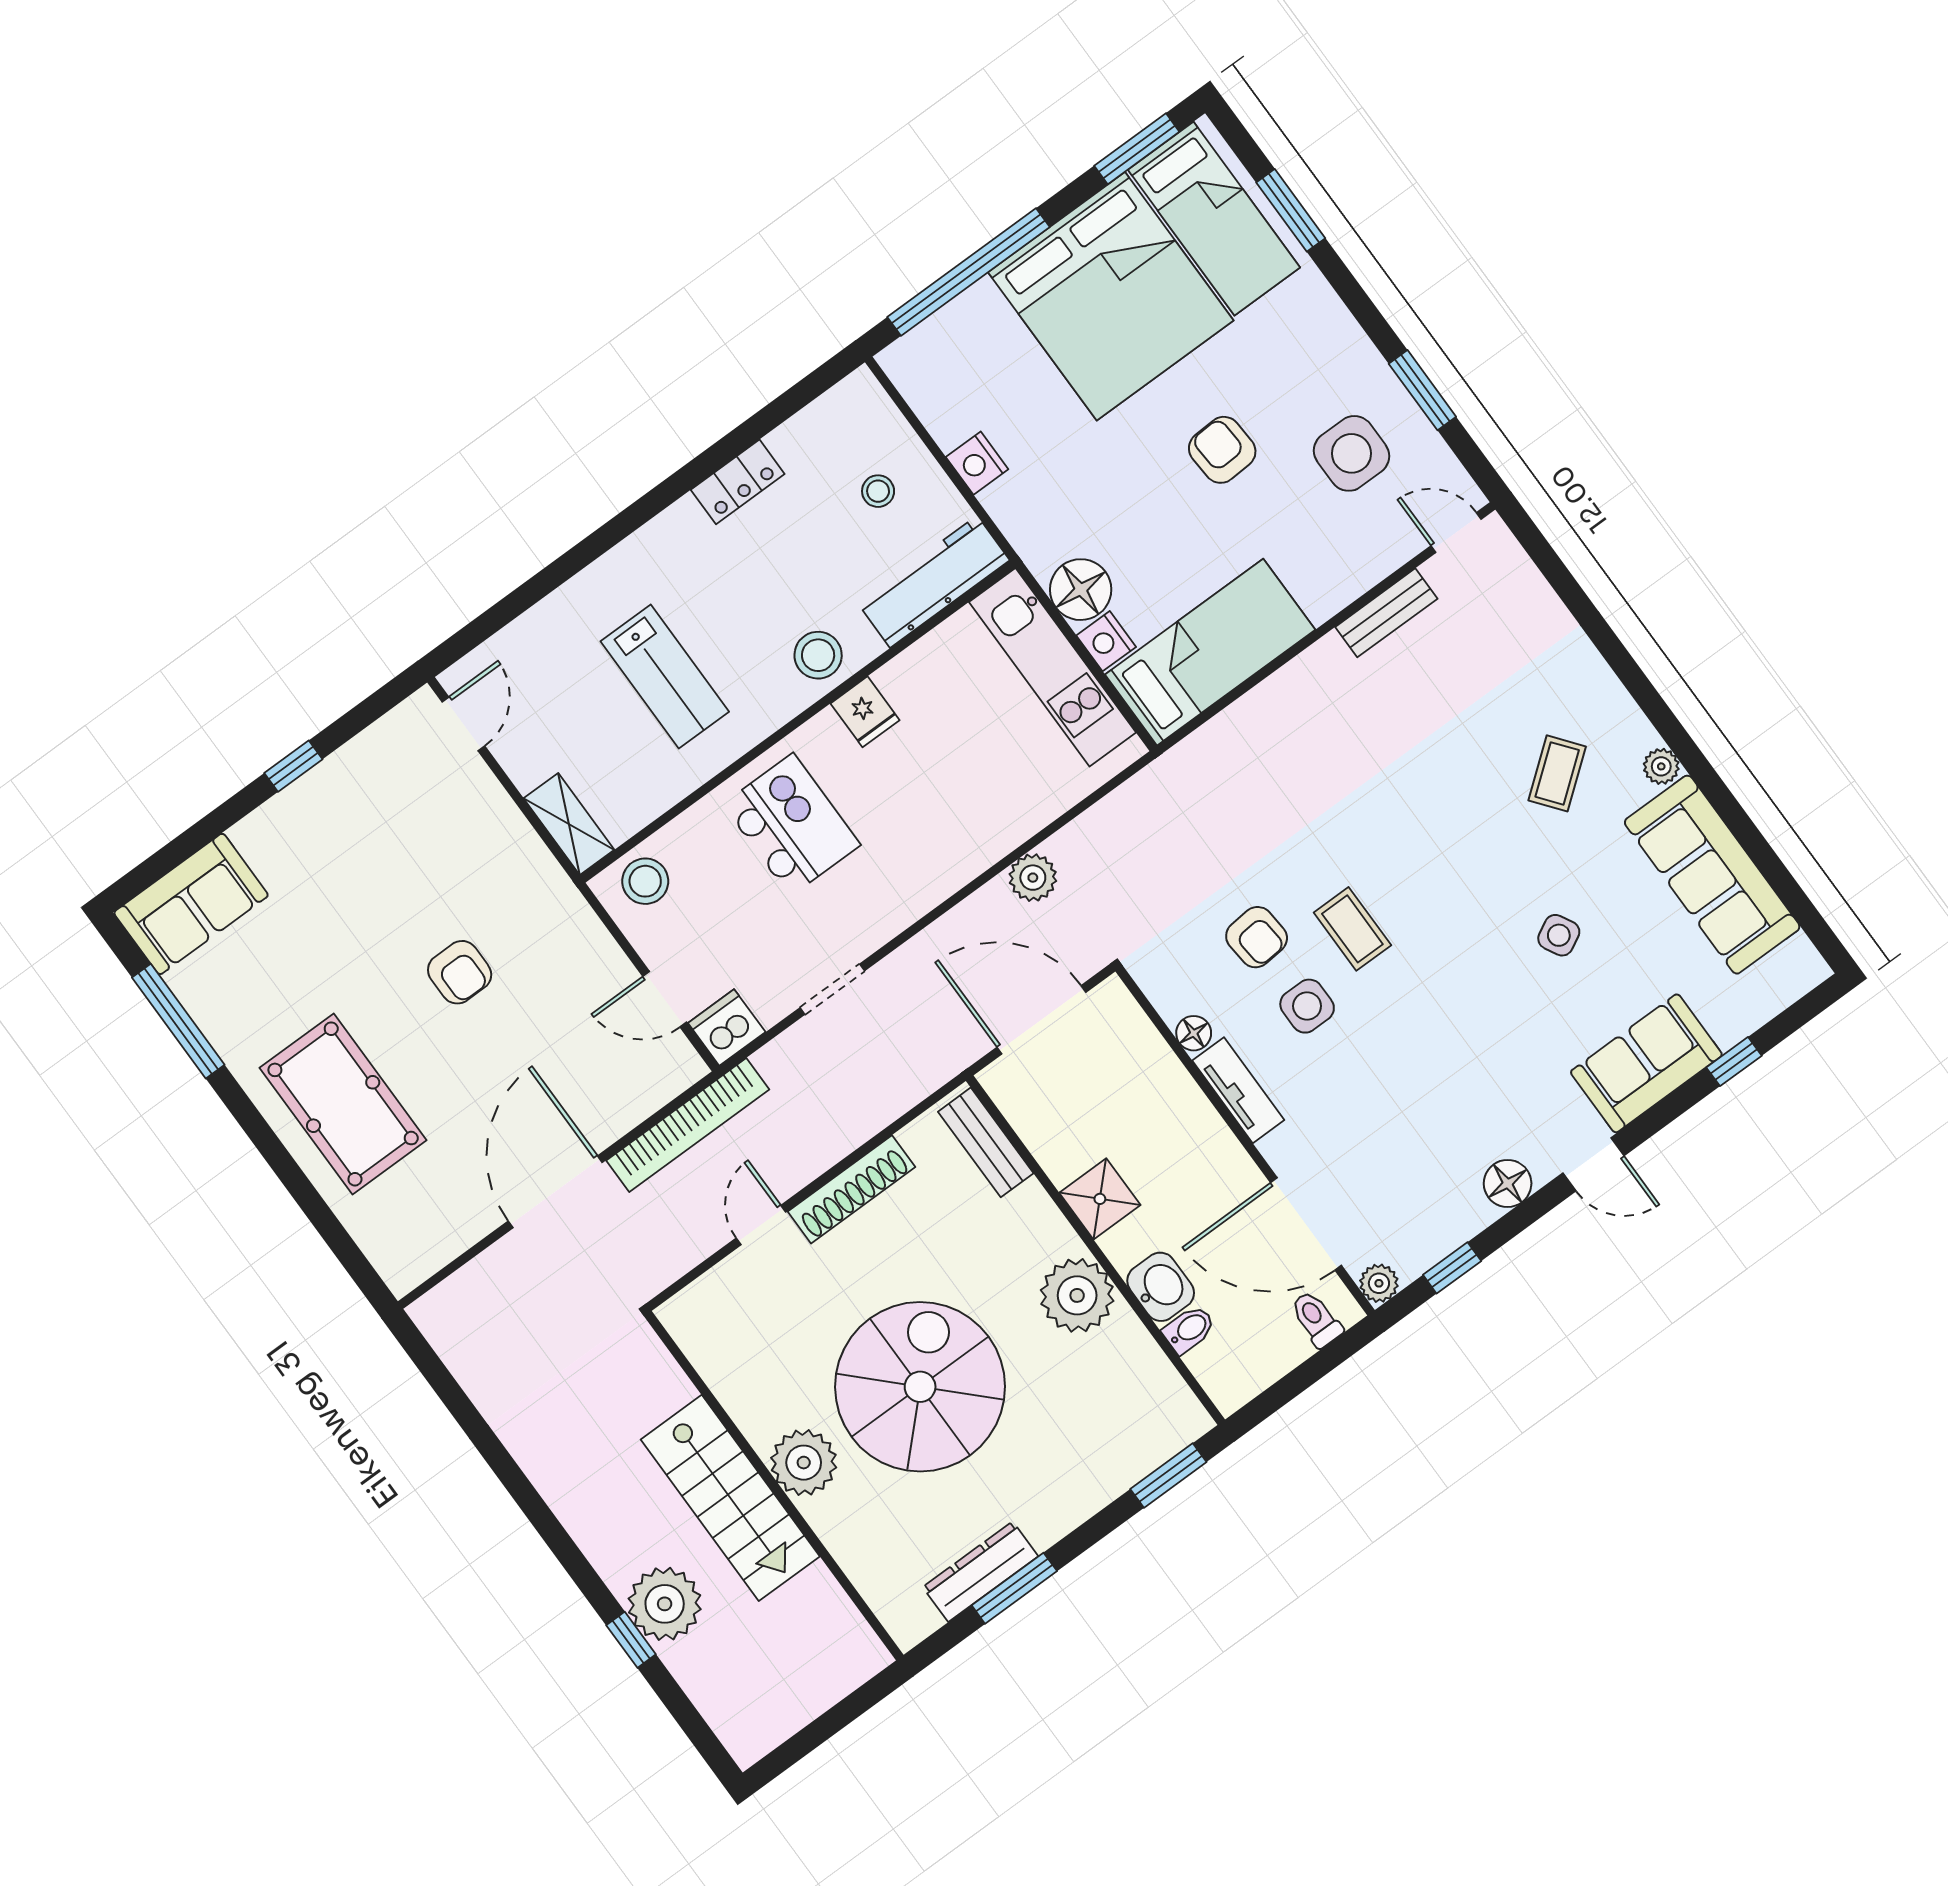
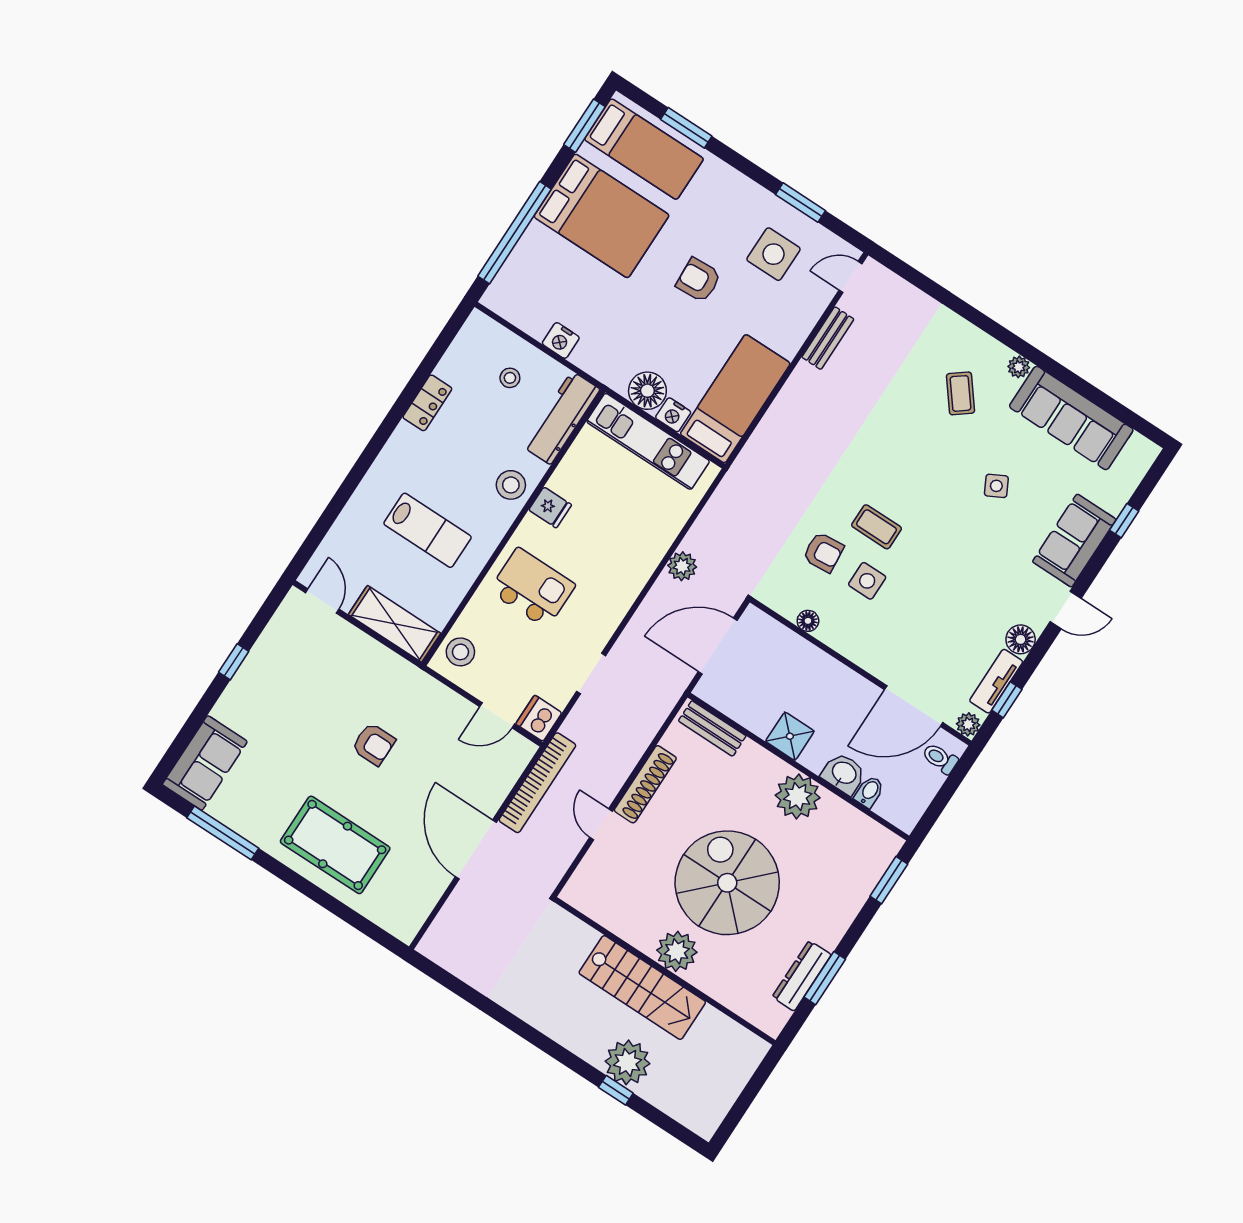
bed: (1111, 296) -> (601, 216), width x0.73
shelving: (569, 824) -> (395, 624), width x1.50, depth x1.33
tv unit: (1238, 1090) -> (996, 681), moved, turned -90

